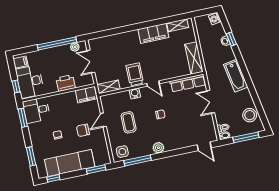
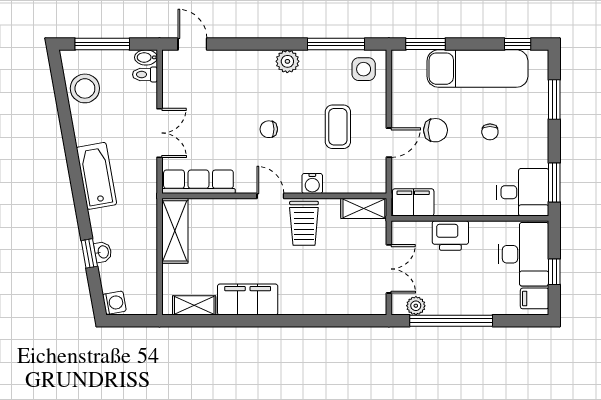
window: (16, 86) -> (554, 272), moved

